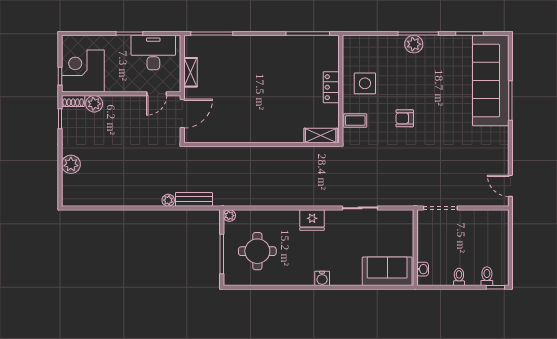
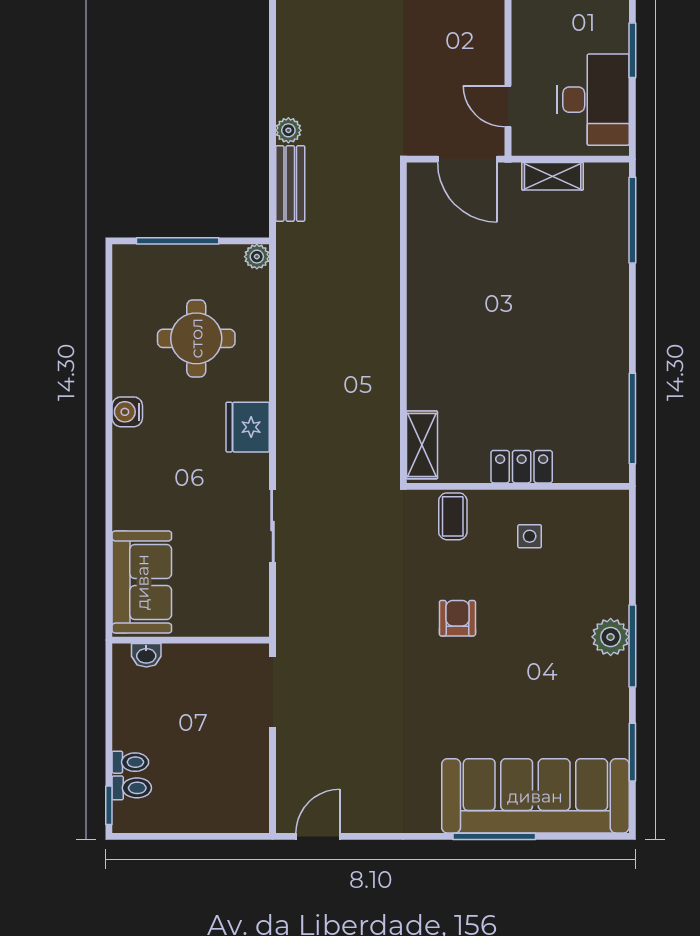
side table: (365, 83) -> (530, 536), width x0.54, depth x0.54
round table: (257, 251) -> (196, 338), moved
toilet: (459, 277) -> (130, 762), moved
water cooler: (322, 278) -> (127, 412), moved

